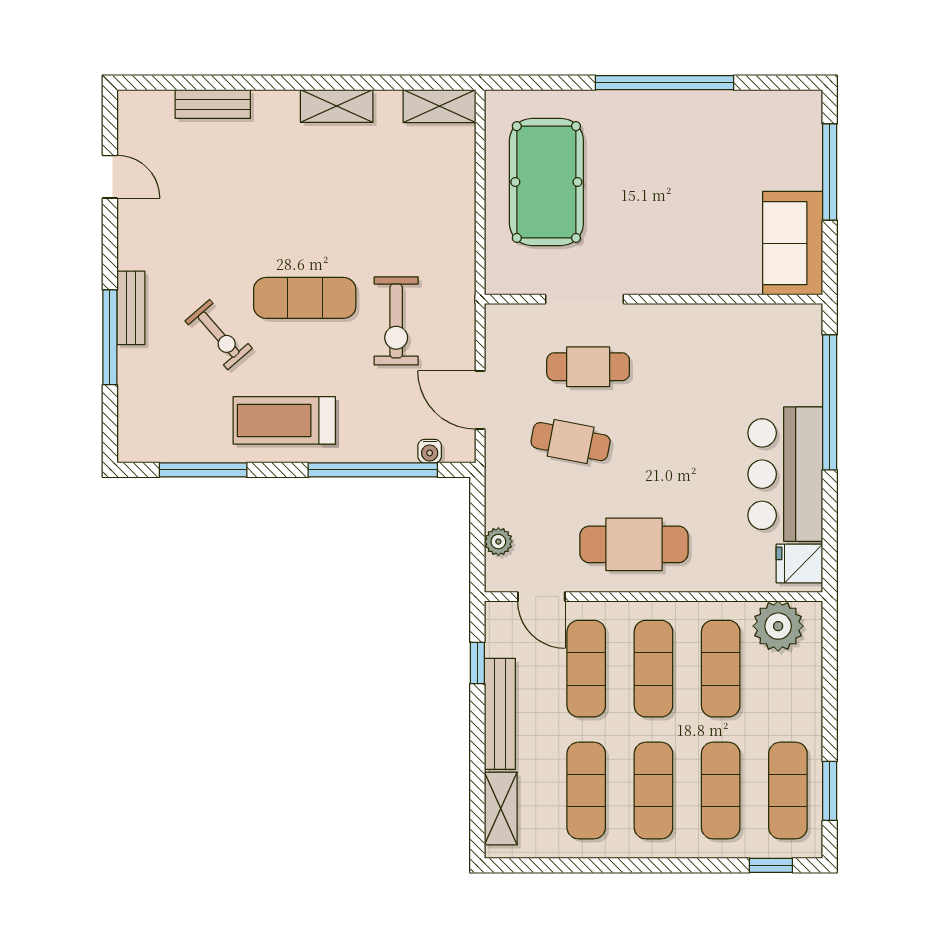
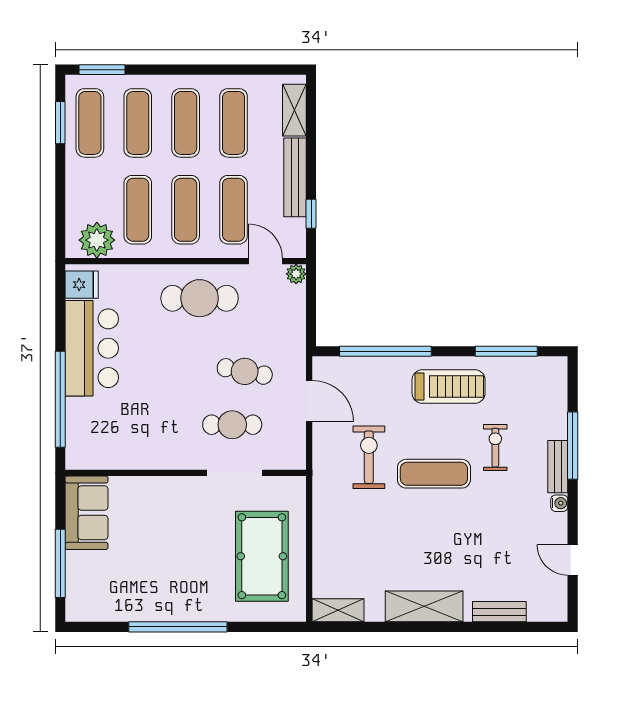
shelving: (337, 106) -> (424, 606), width x1.50, depth x1.33
exercise bike: (219, 335) -> (495, 448), turned 41
water cooler: (430, 451) -> (559, 503), moved, turned 90
plant: (498, 542) -> (296, 274), moved
window: (771, 865) -> (102, 70), width x1.50

